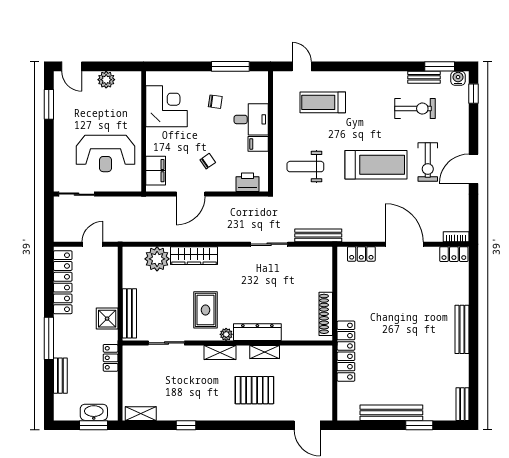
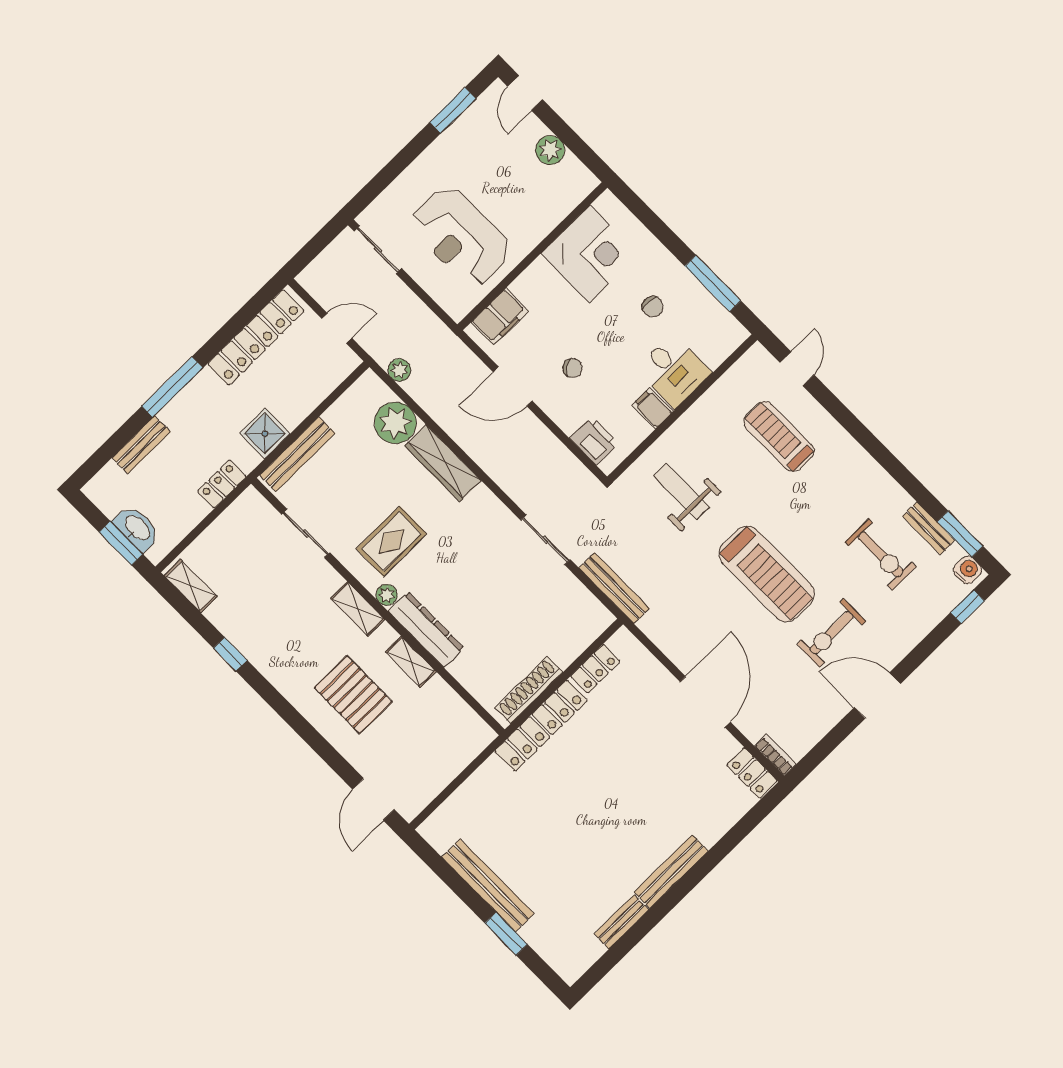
plant: (136, 235) -> (399, 370), added
locker: (361, 254) -> (595, 669), moved, turned -90
locker: (346, 351) -> (541, 726), moved
bench: (462, 404) -> (621, 922), moved

